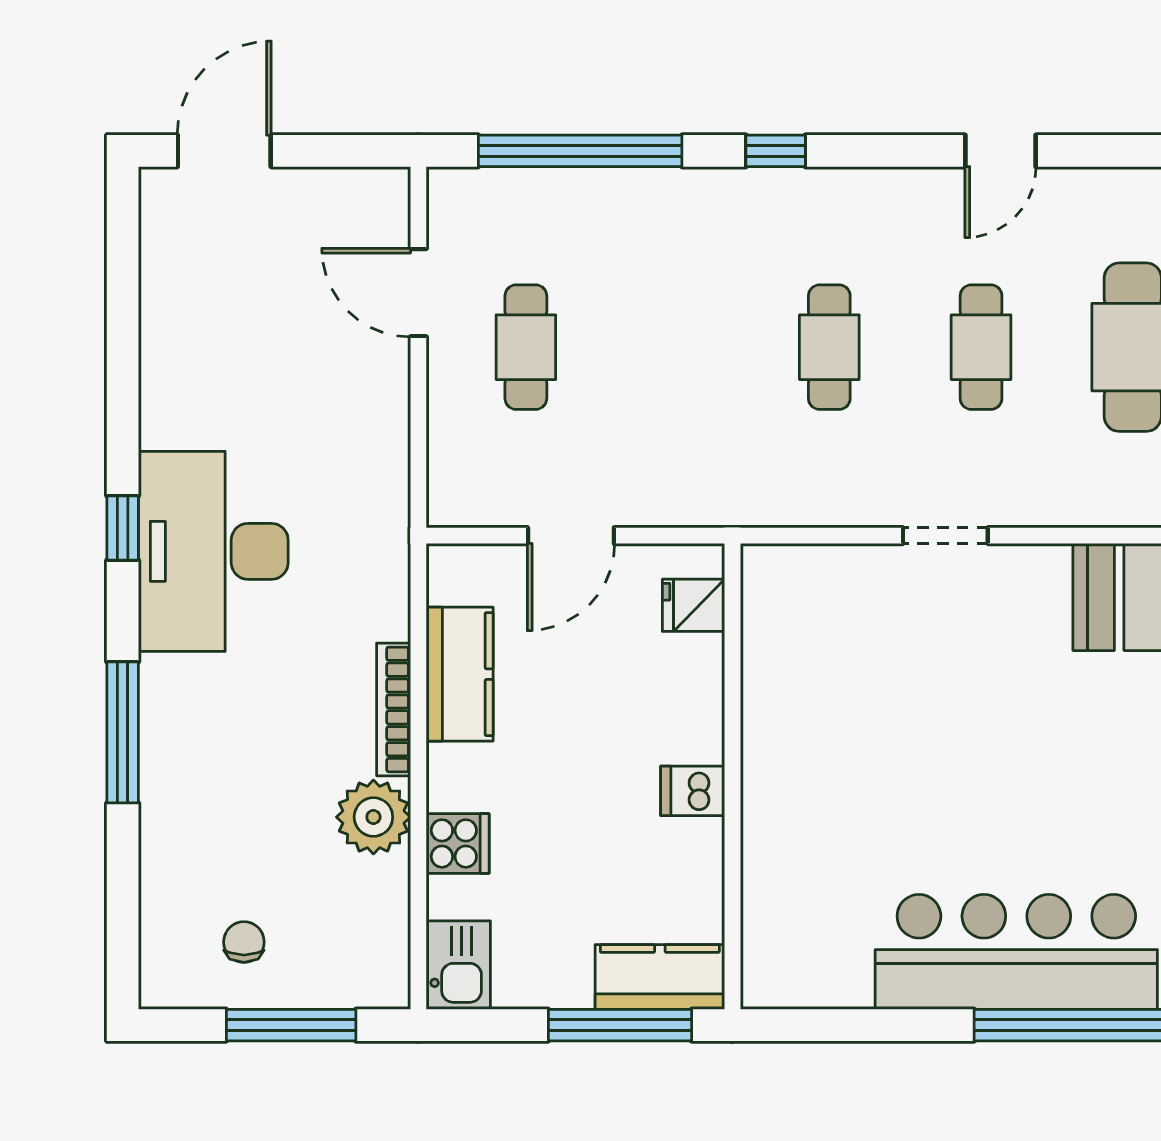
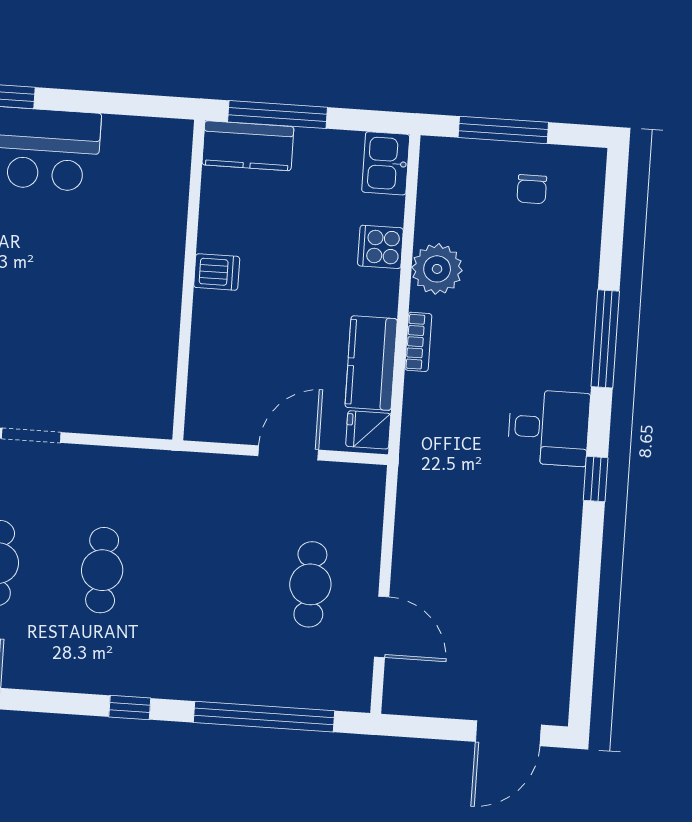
desk: (213, 551) -> (549, 428), width x0.53, depth x0.77
fridge: (693, 605) -> (368, 430), moved, turned 180
bookcase: (394, 709) -> (418, 342), width x0.64

